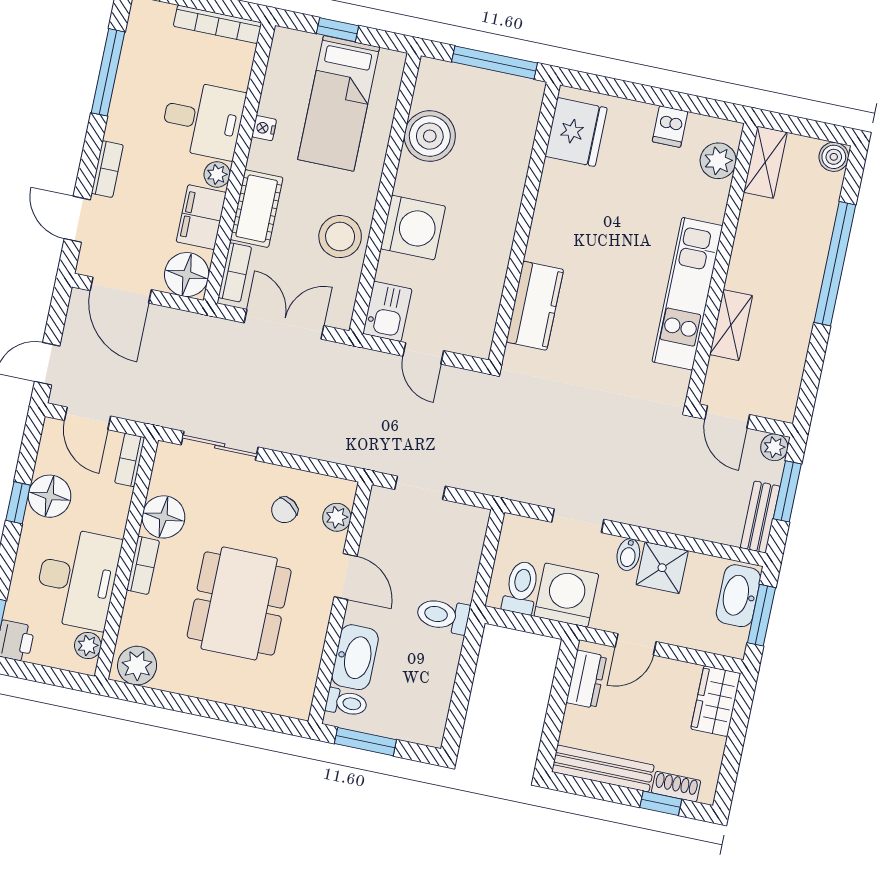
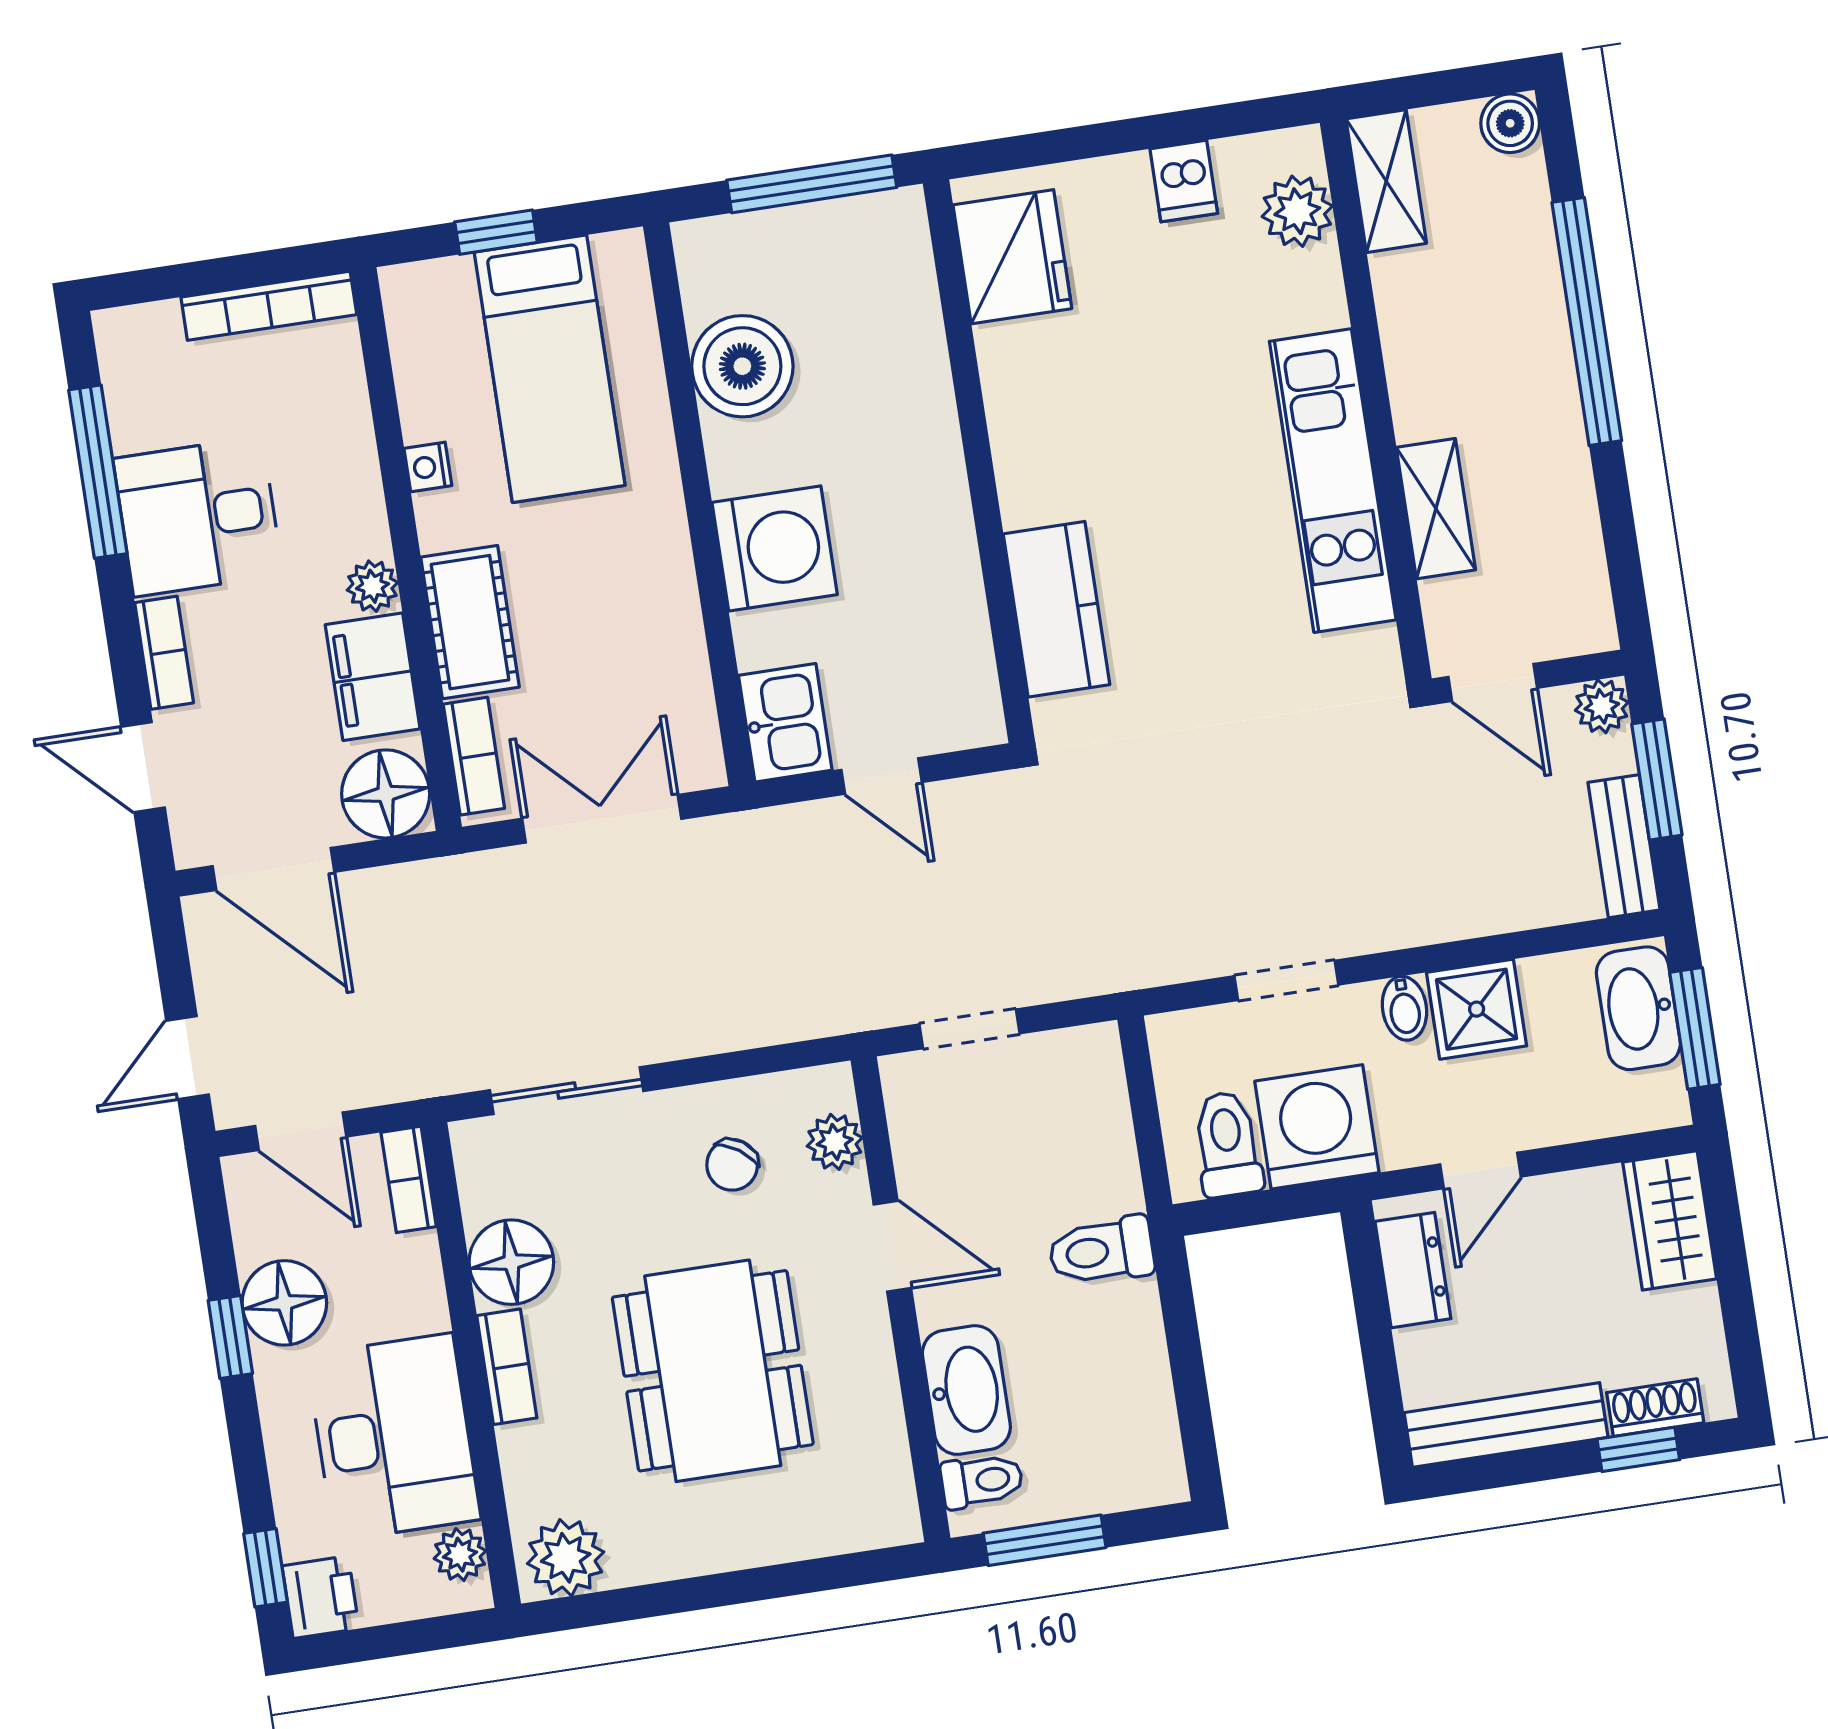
desk: (203, 120) -> (198, 517), moved, turned 180
stool: (340, 237) -> (645, 616), removed

